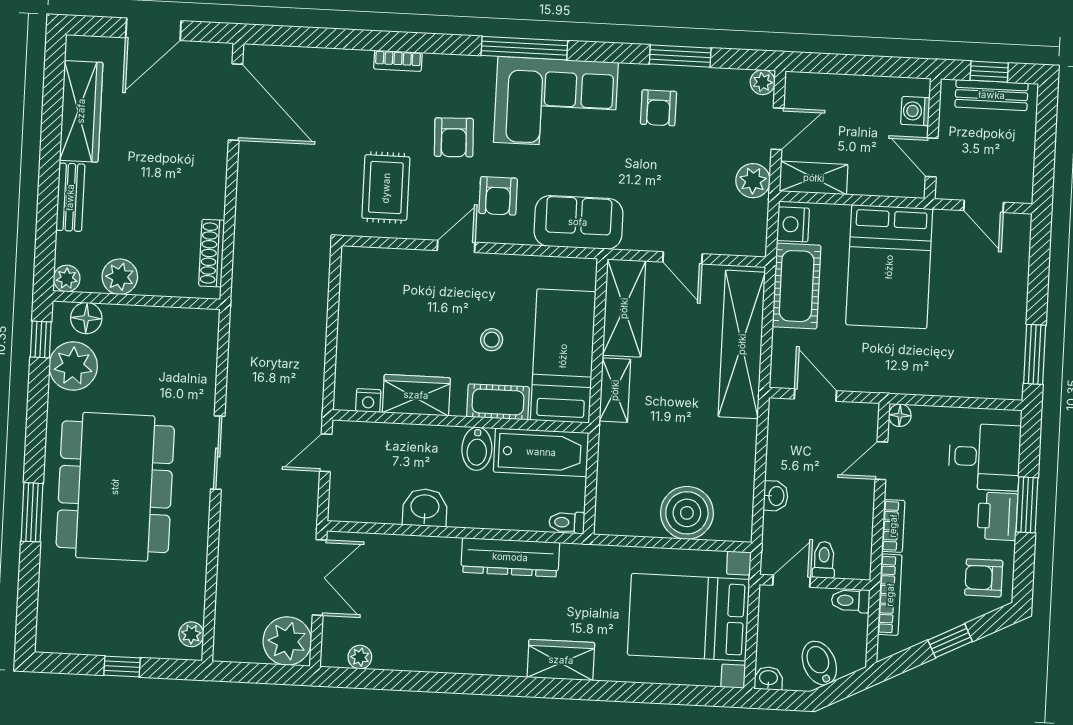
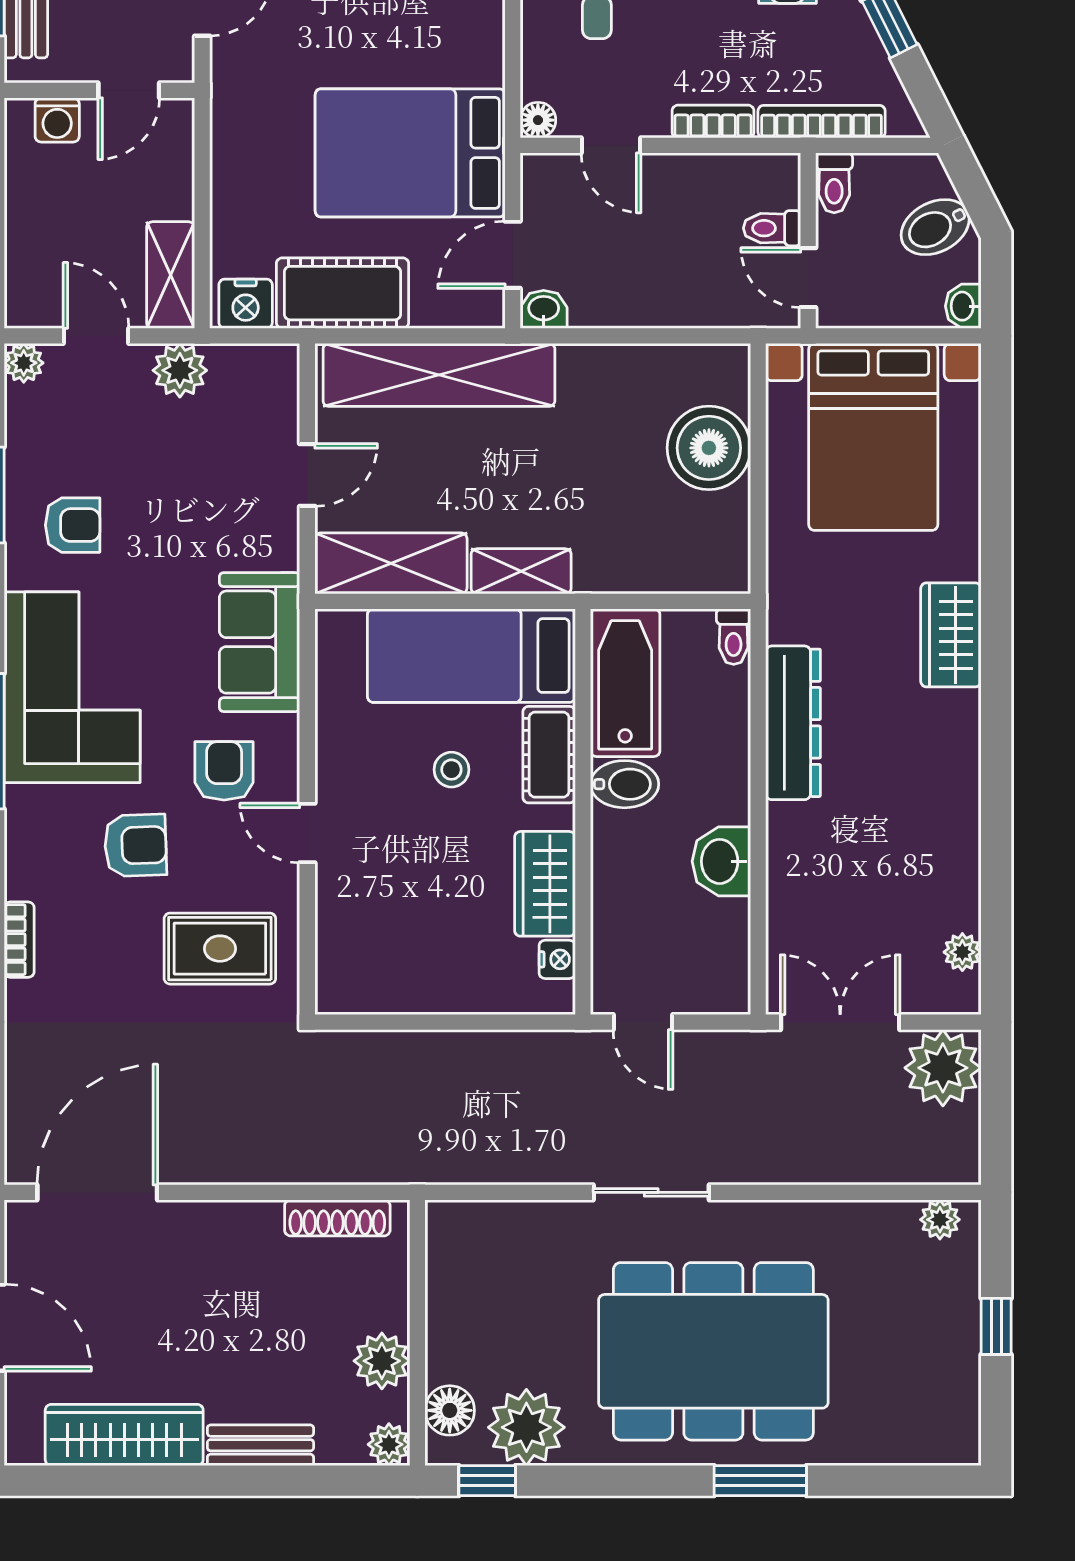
armchair: (498, 196) -> (224, 771), turned -90
bed: (889, 267) -> (410, 153), moved, turned 180
washbasin: (776, 496) -> (544, 309), moved

